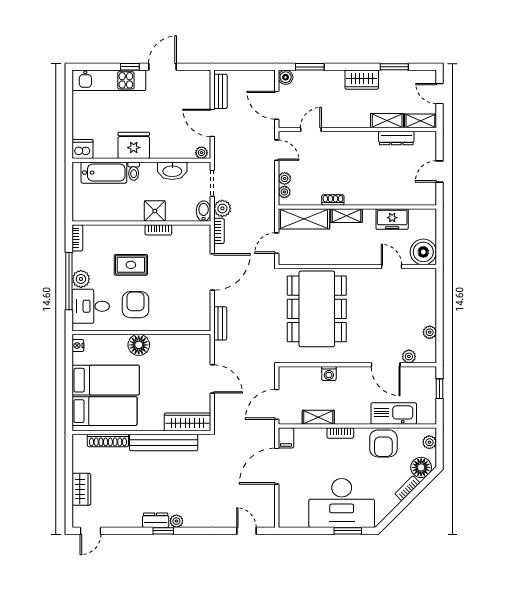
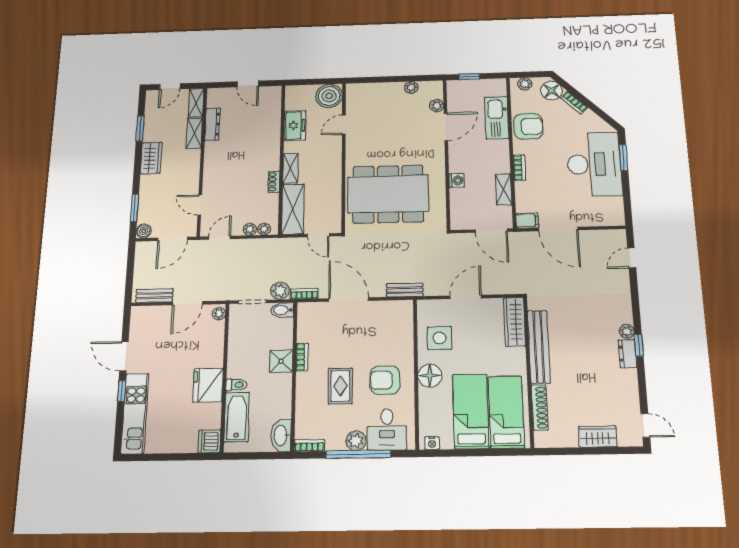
washbasin: (172, 171) -> (281, 436), moved, turned 180
side table: (174, 354) -> (440, 338), added

